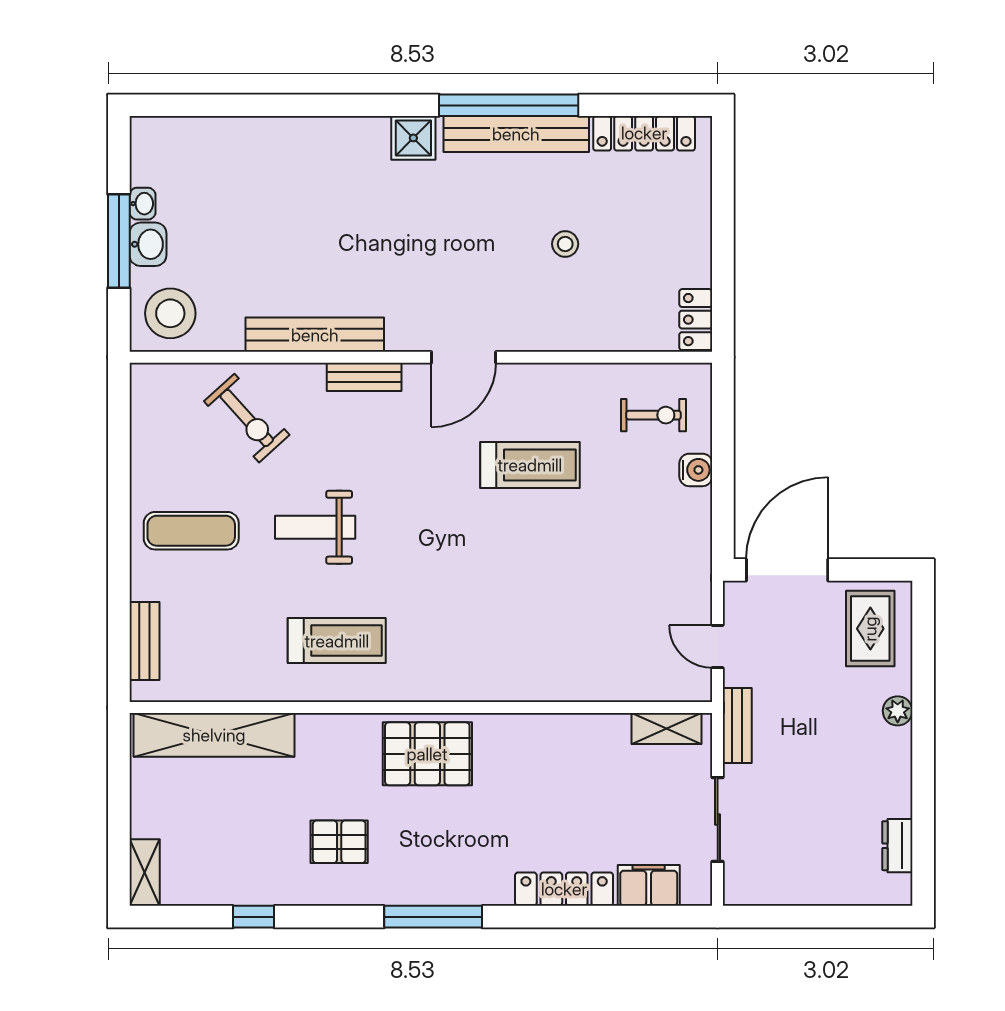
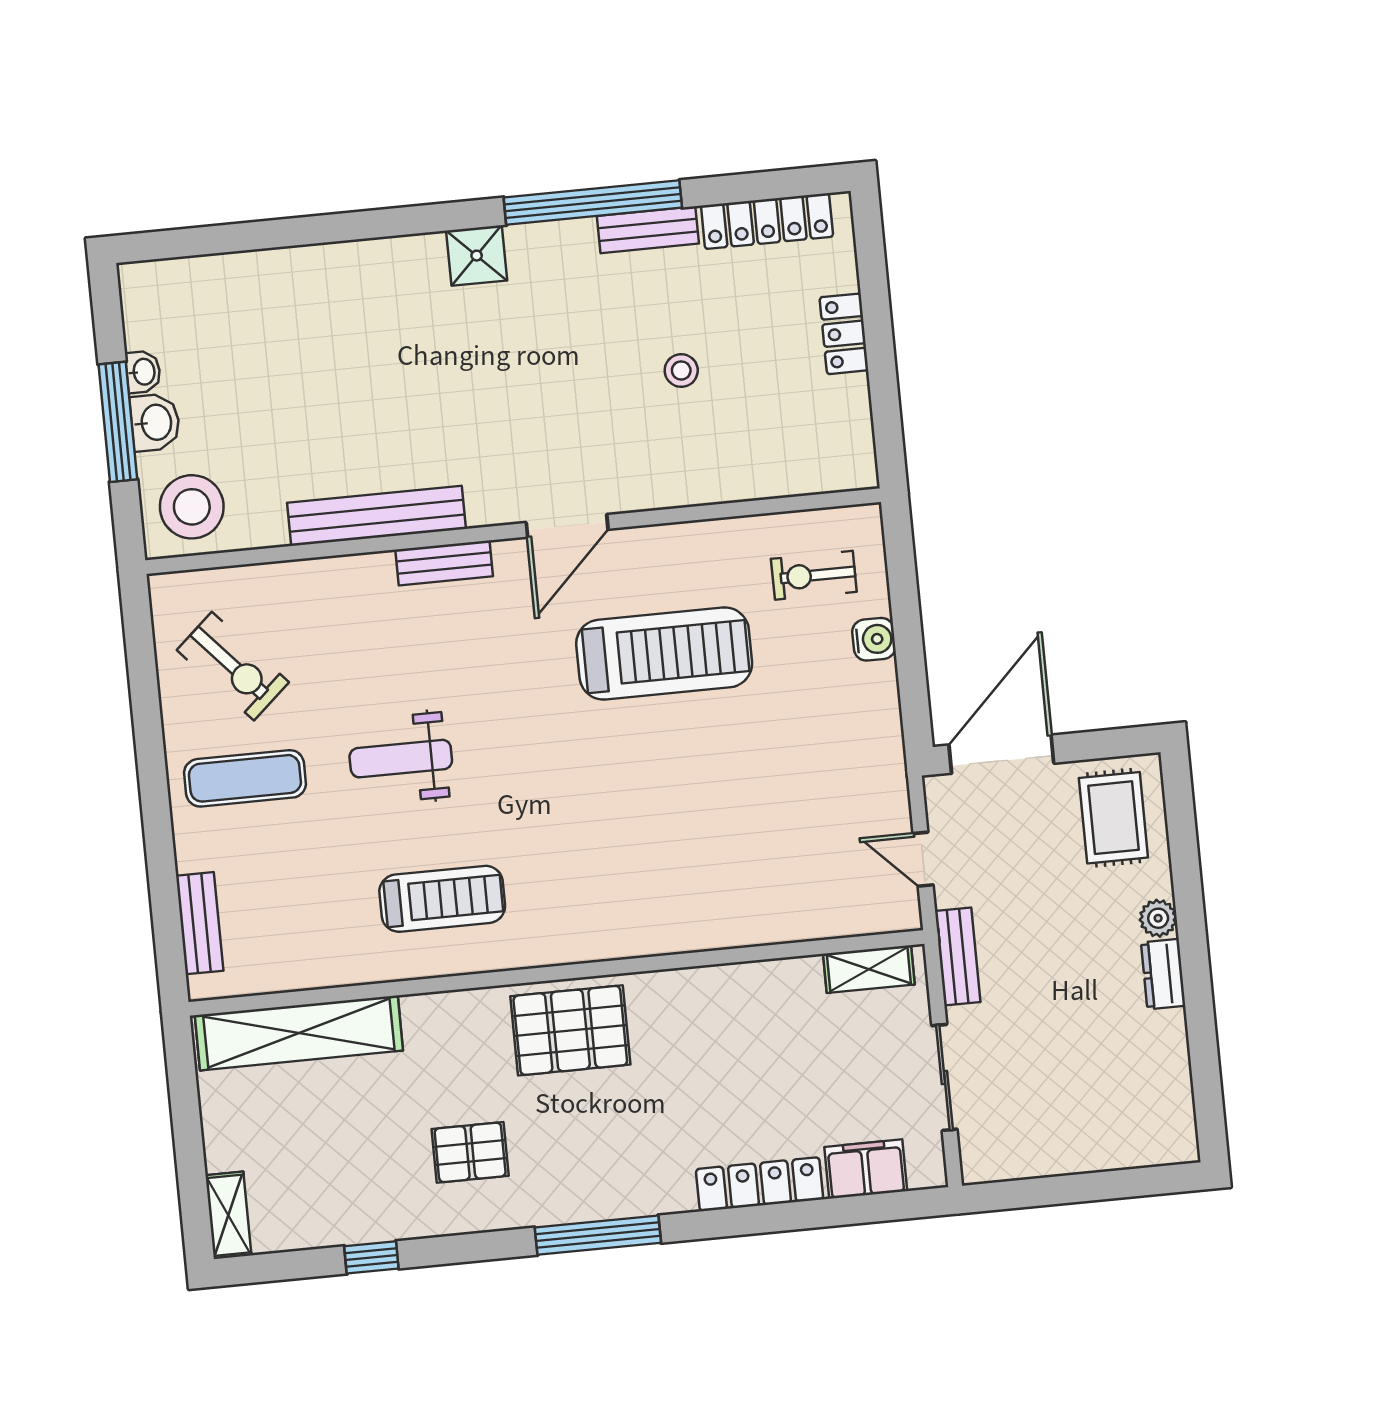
bench: (516, 134) -> (648, 230), width x0.54, depth x0.82
locker: (696, 320) -> (844, 334), moved
exercise bike: (654, 415) -> (814, 575), turned 180
exercise bike: (247, 418) -> (233, 666), moved
treadmill: (530, 465) -> (664, 654), width x1.37, depth x1.38
dresser: (897, 846) -> (1163, 974), moved

